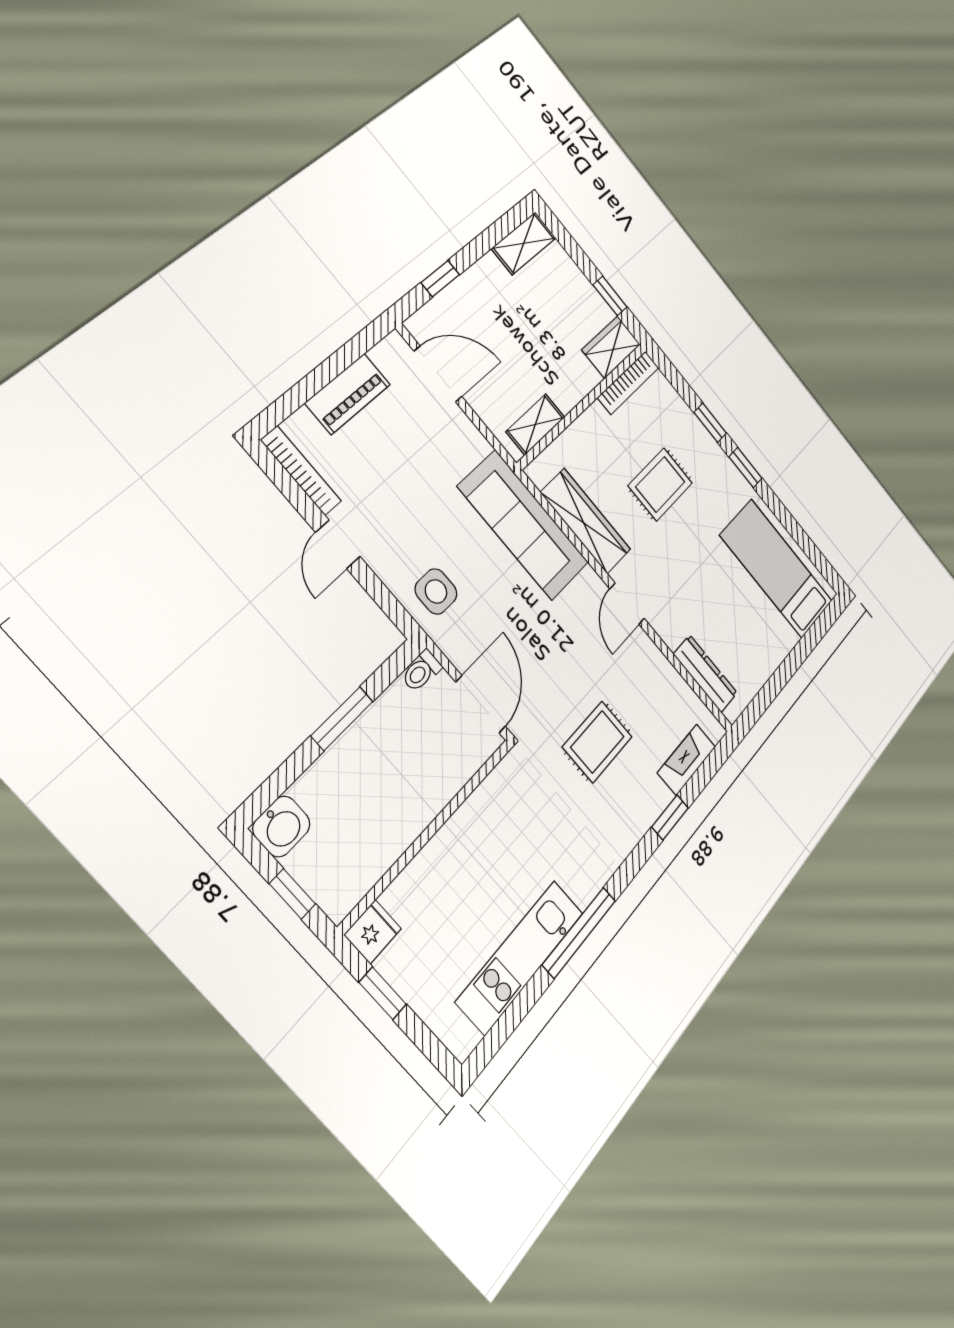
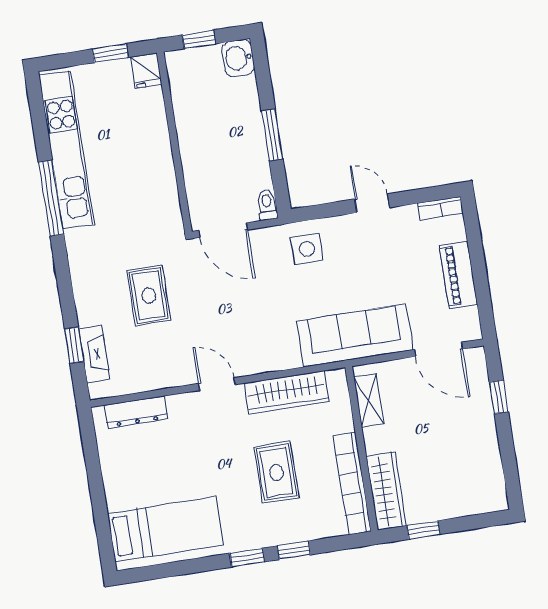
shelving: (524, 243) -> (492, 483), removed
wardrobe: (611, 347) -> (386, 491), width x1.50
door: (438, 374) -> (438, 349), hinge flipped
bookcase: (628, 383) -> (352, 483), width x1.48, depth x1.31
bookcase: (301, 471) -> (441, 208), width x0.64
sofa: (524, 525) -> (355, 335), moved
window: (670, 817) -> (74, 345), moved
kitchen unit: (520, 957) -> (67, 150), width x1.36

